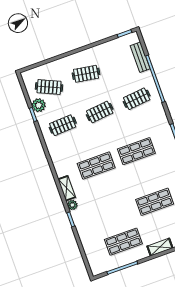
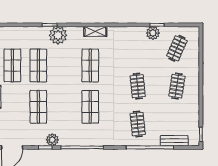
plant: (39, 105) -> (153, 33), moved
clothes rail: (63, 125) -> (138, 48), removed
shelving: (67, 188) -> (95, 31), moved
plant: (72, 205) -> (58, 35), width x1.88, depth x1.88
shop shelf: (114, 216) -> (38, 65), added

